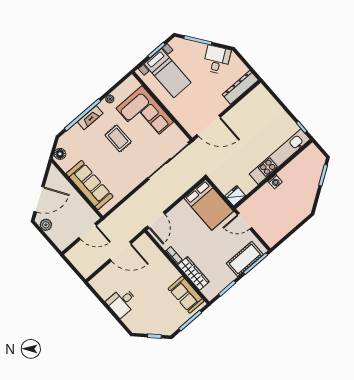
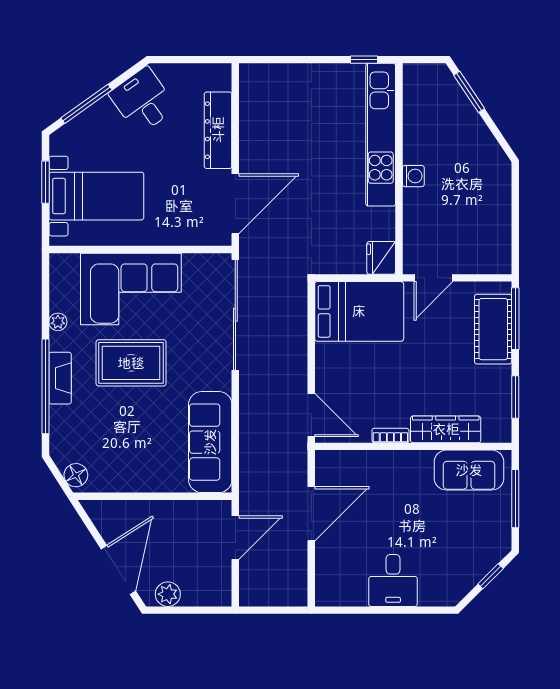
dresser: (240, 87) -> (218, 130), moved
rug: (118, 138) -> (131, 363), width x1.36, depth x1.43
sofa: (90, 185) -> (210, 442), moved, turned -90

